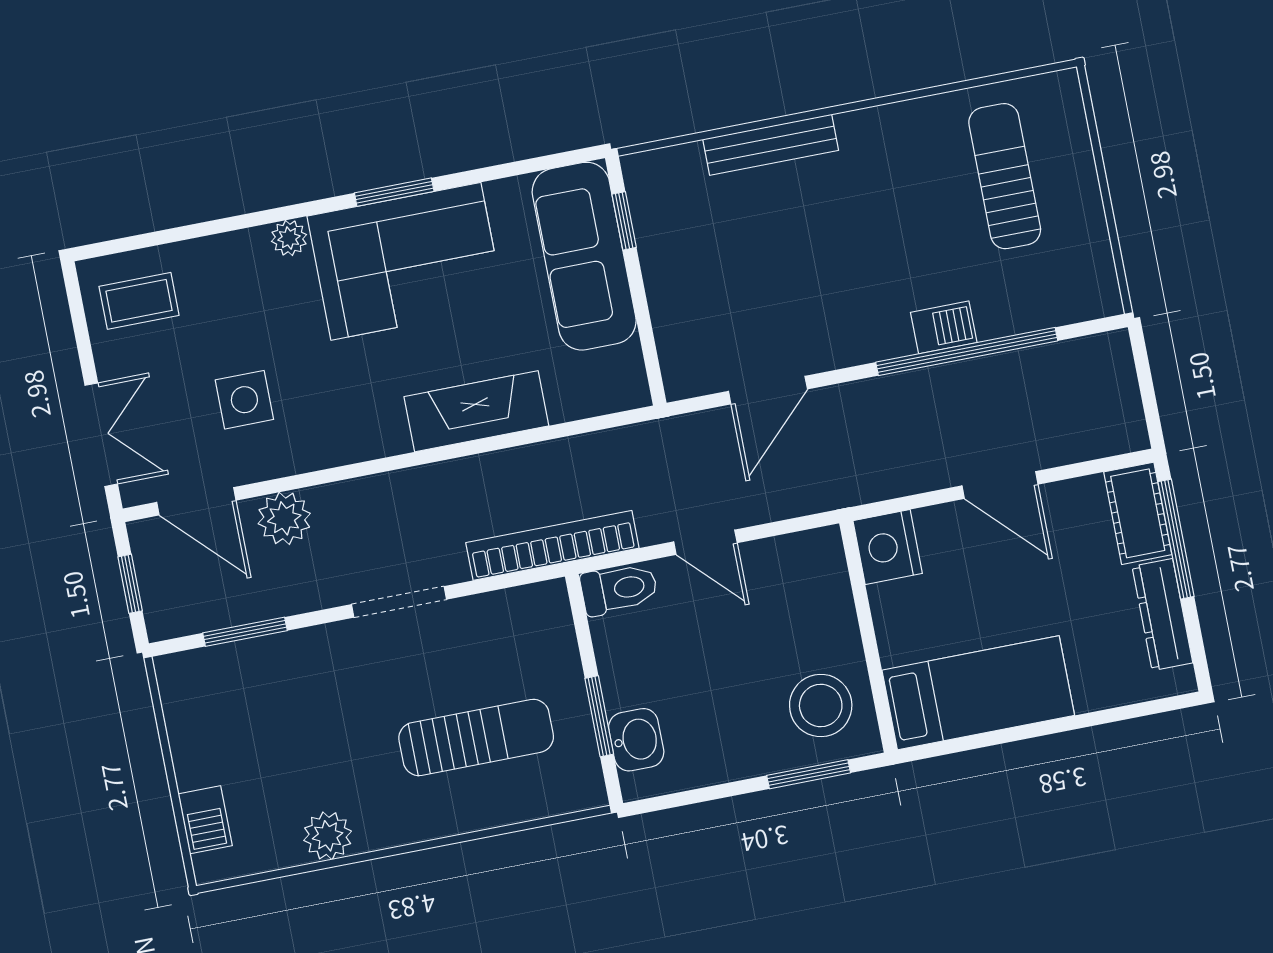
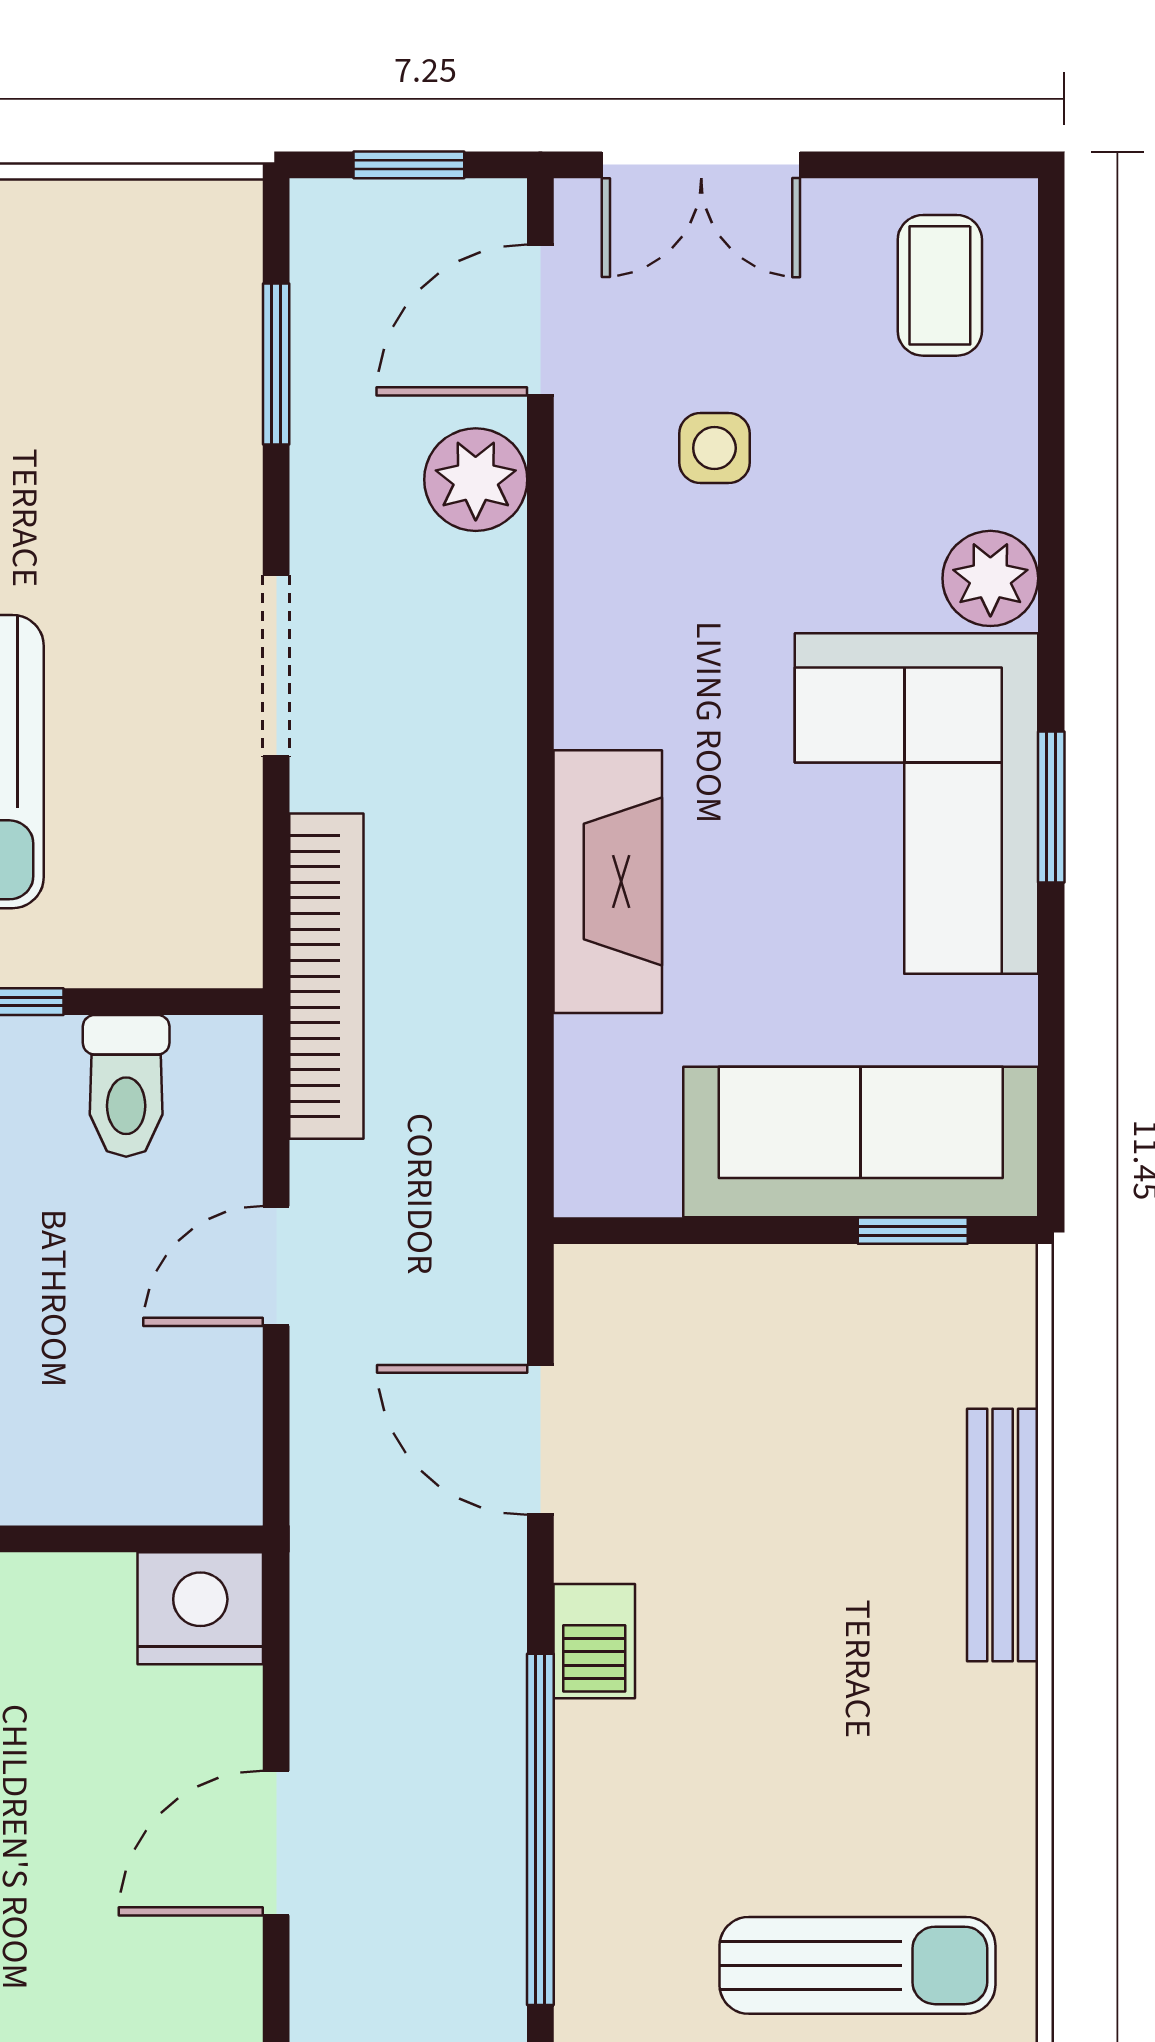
plant: (289, 238) -> (990, 578), width x1.38, depth x1.38
barbecue: (944, 327) -> (594, 1641), moved
side table: (244, 400) -> (714, 448), width x0.73, depth x0.73
toilet: (619, 589) -> (126, 1086), moved

